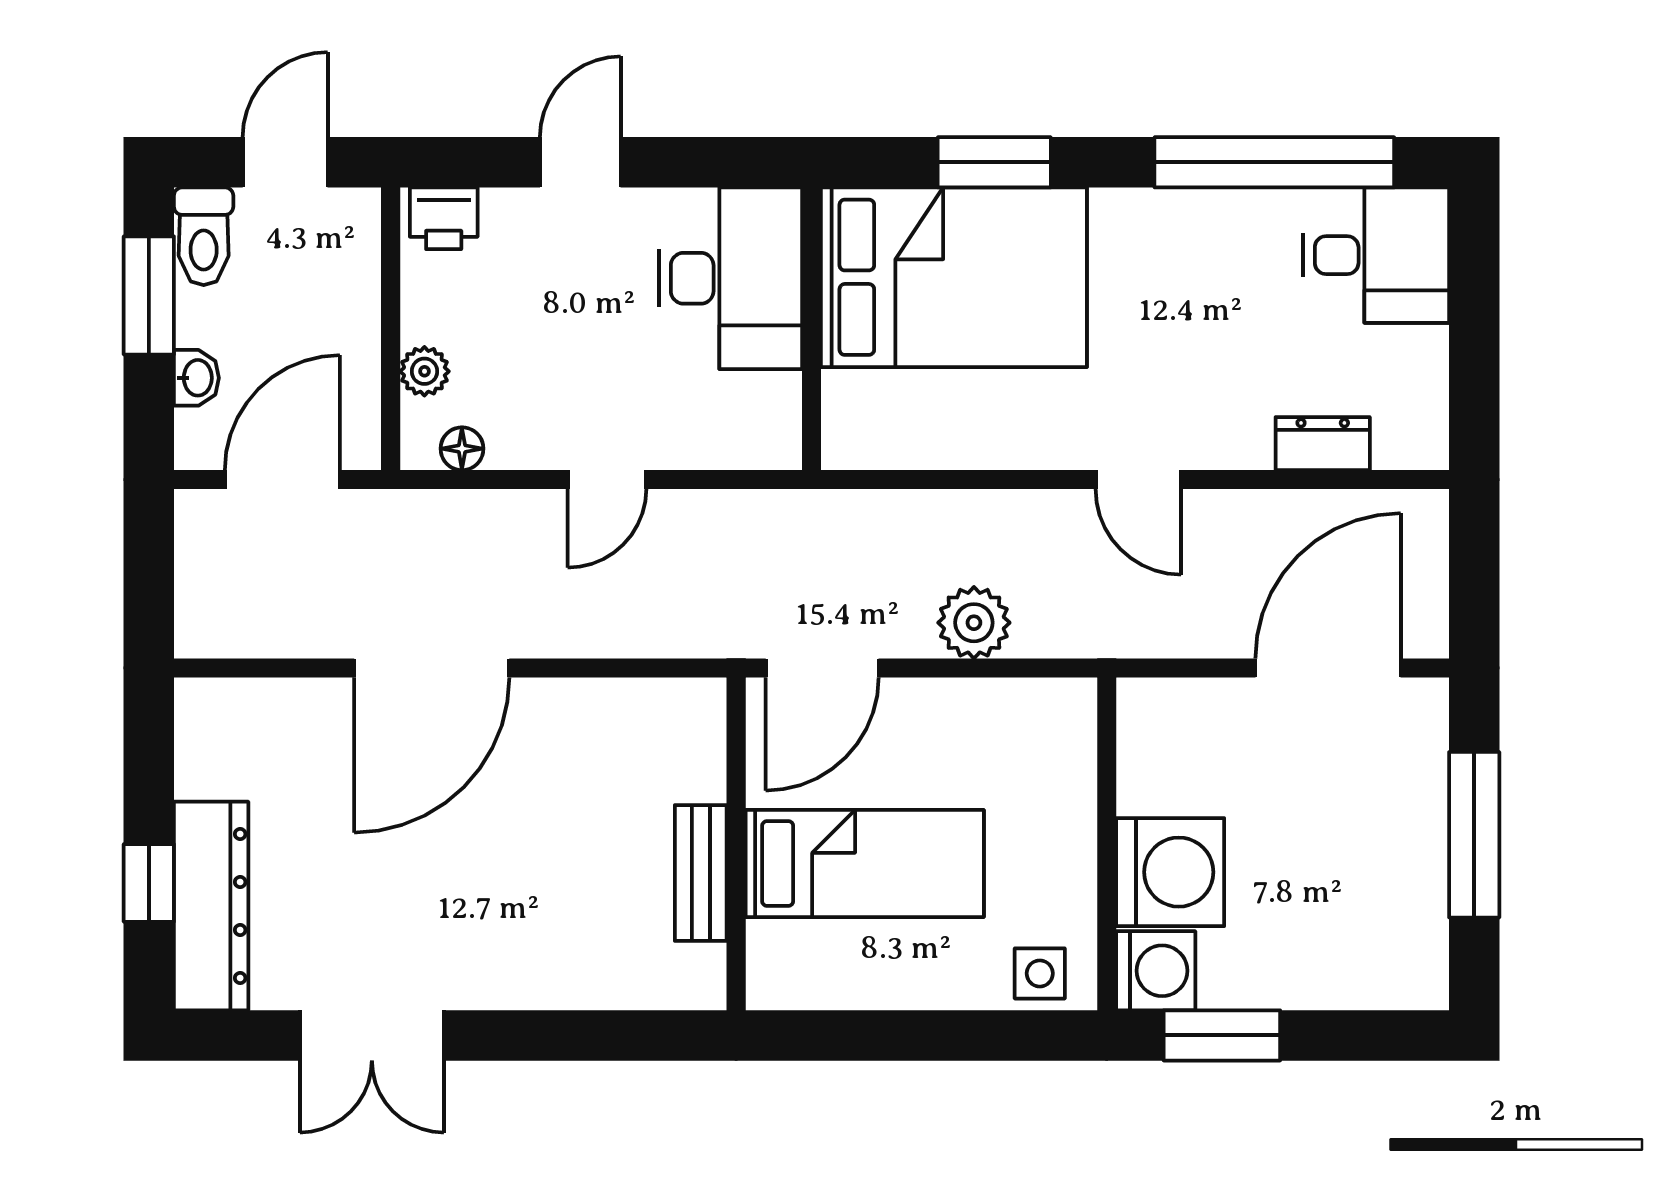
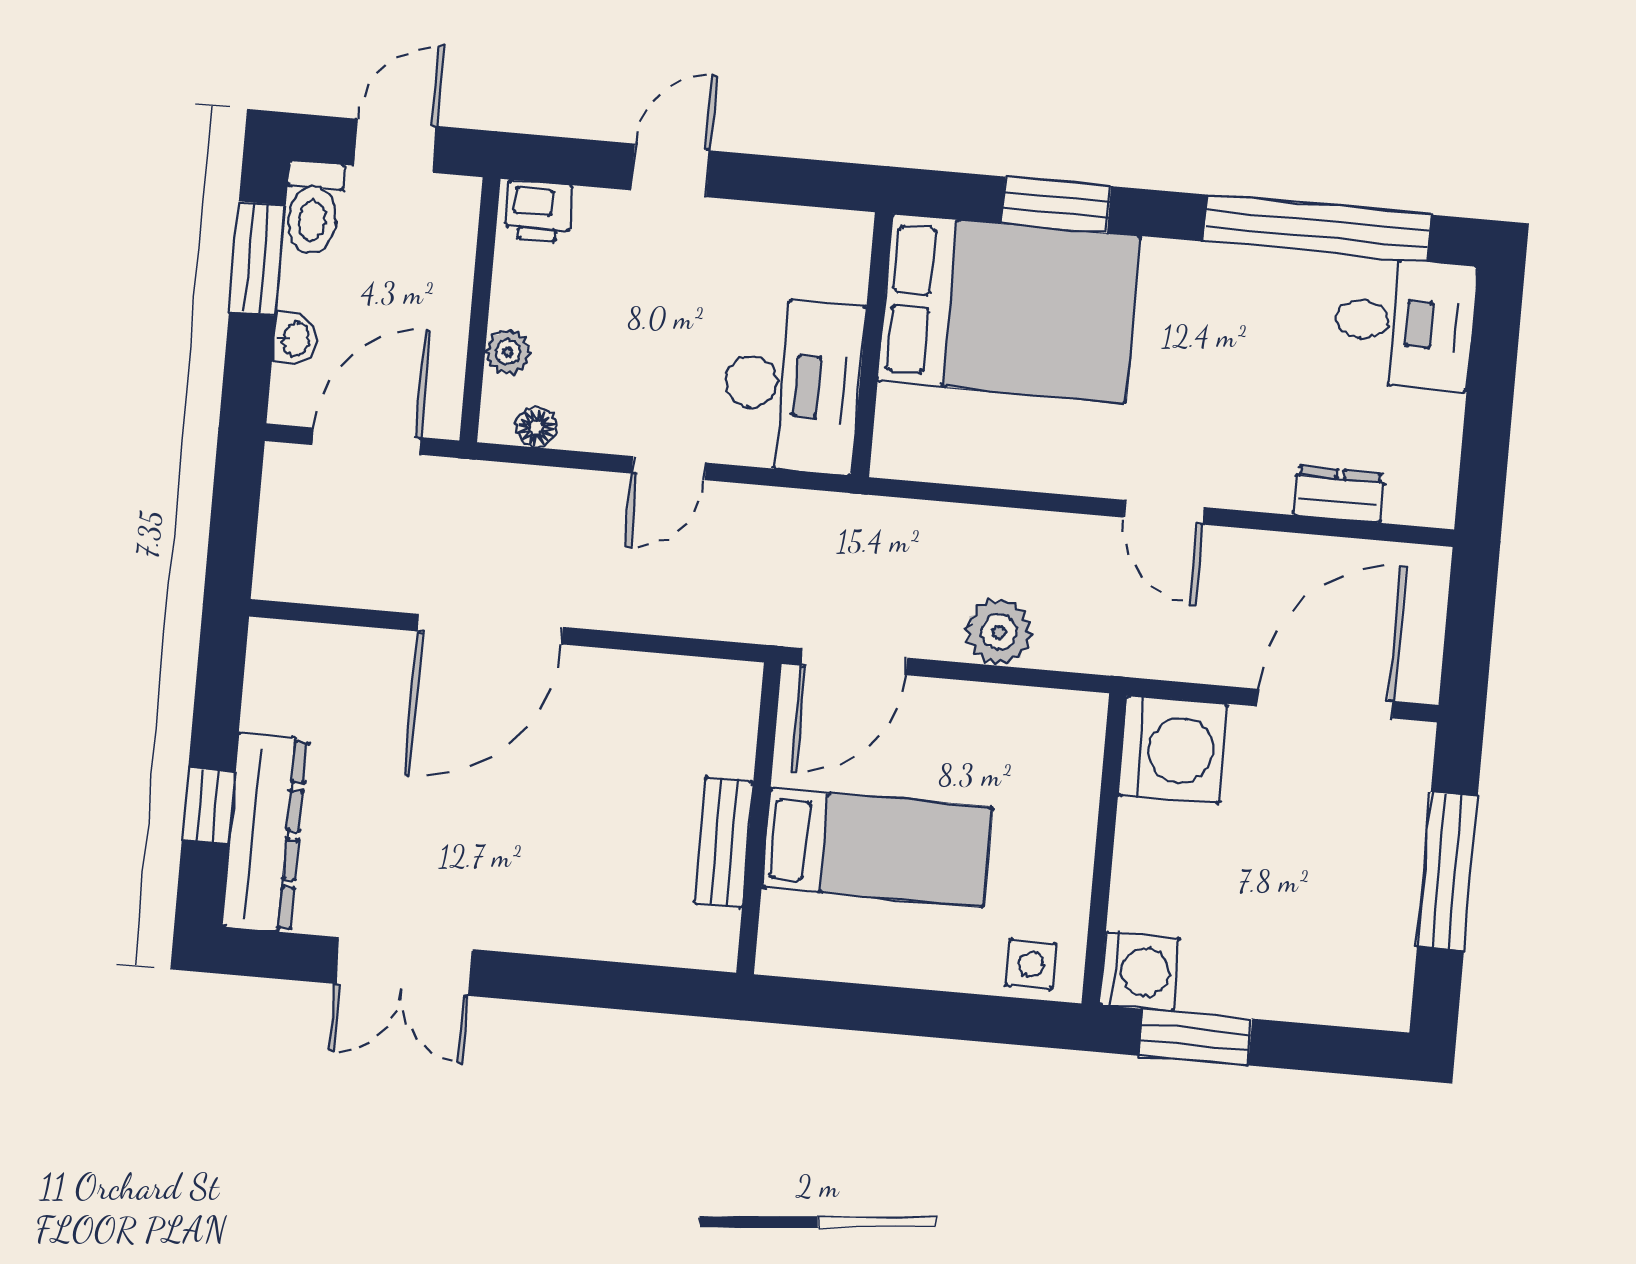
desk: (731, 278) -> (793, 385), moved
washing machine: (1170, 872) -> (1173, 750), moved

